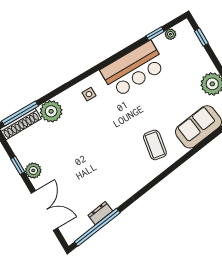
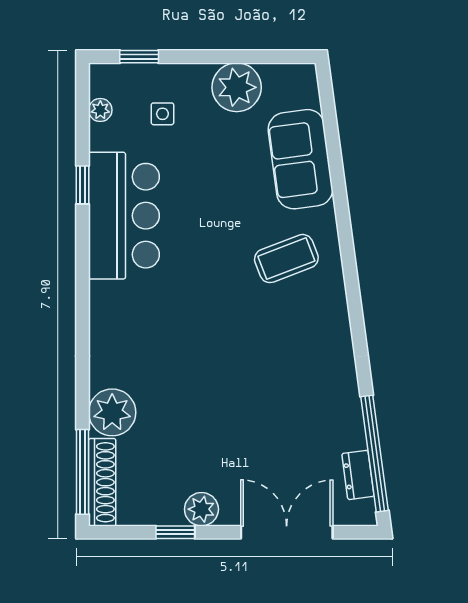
window: (155, 34) -> (82, 185), moved
side table: (89, 94) -> (162, 114), moved
coffee table: (155, 145) -> (286, 259), turned -31
dresser: (100, 213) -> (358, 475), moved

